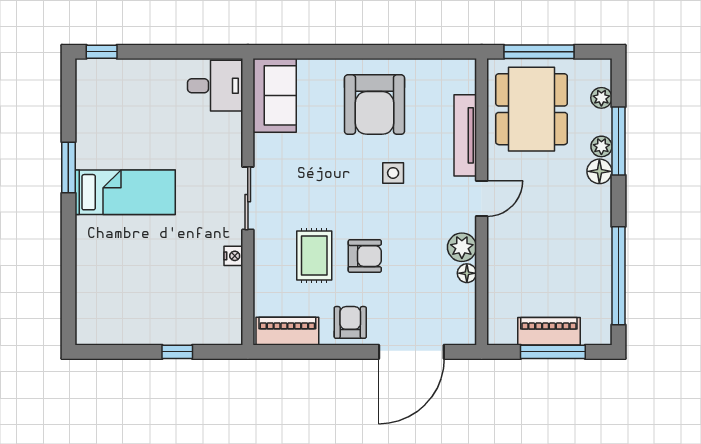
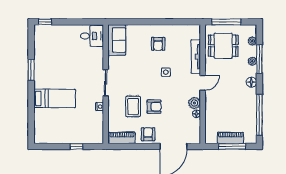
armchair: (374, 105) -> (158, 44), width x0.53, depth x0.53
dining table: (532, 109) -> (223, 46), width x0.73
floor lamp: (599, 171) -> (251, 82), moved
bed: (125, 192) -> (55, 98), moved

